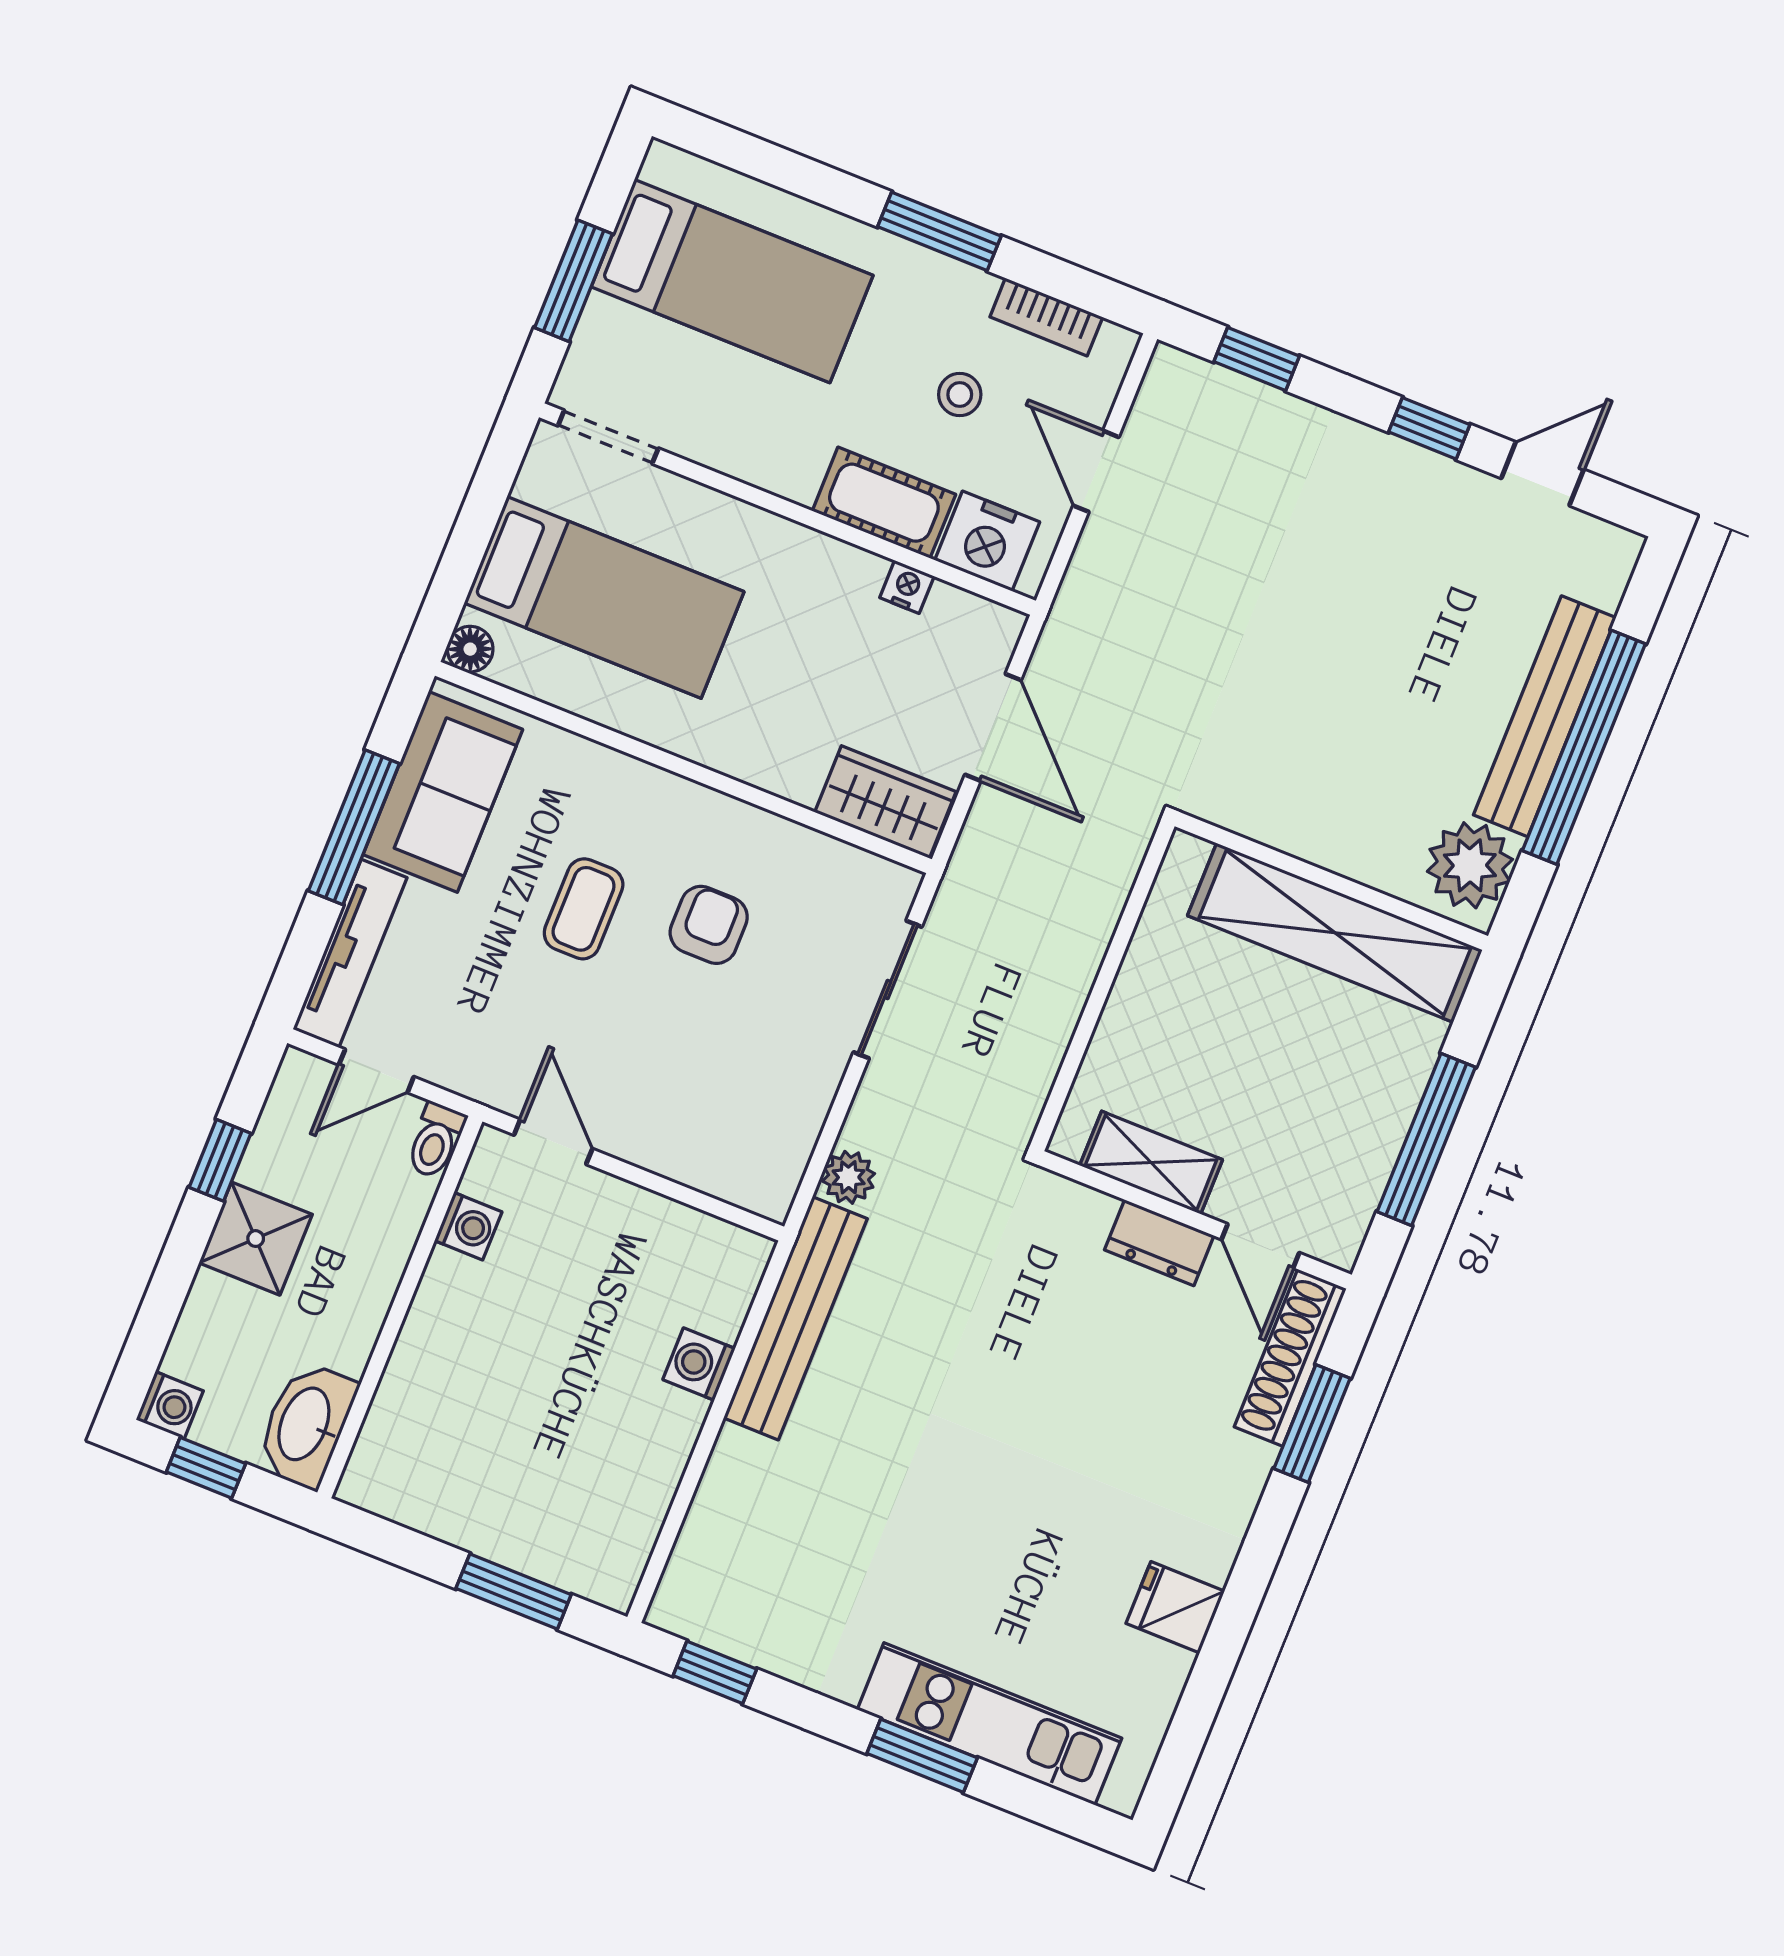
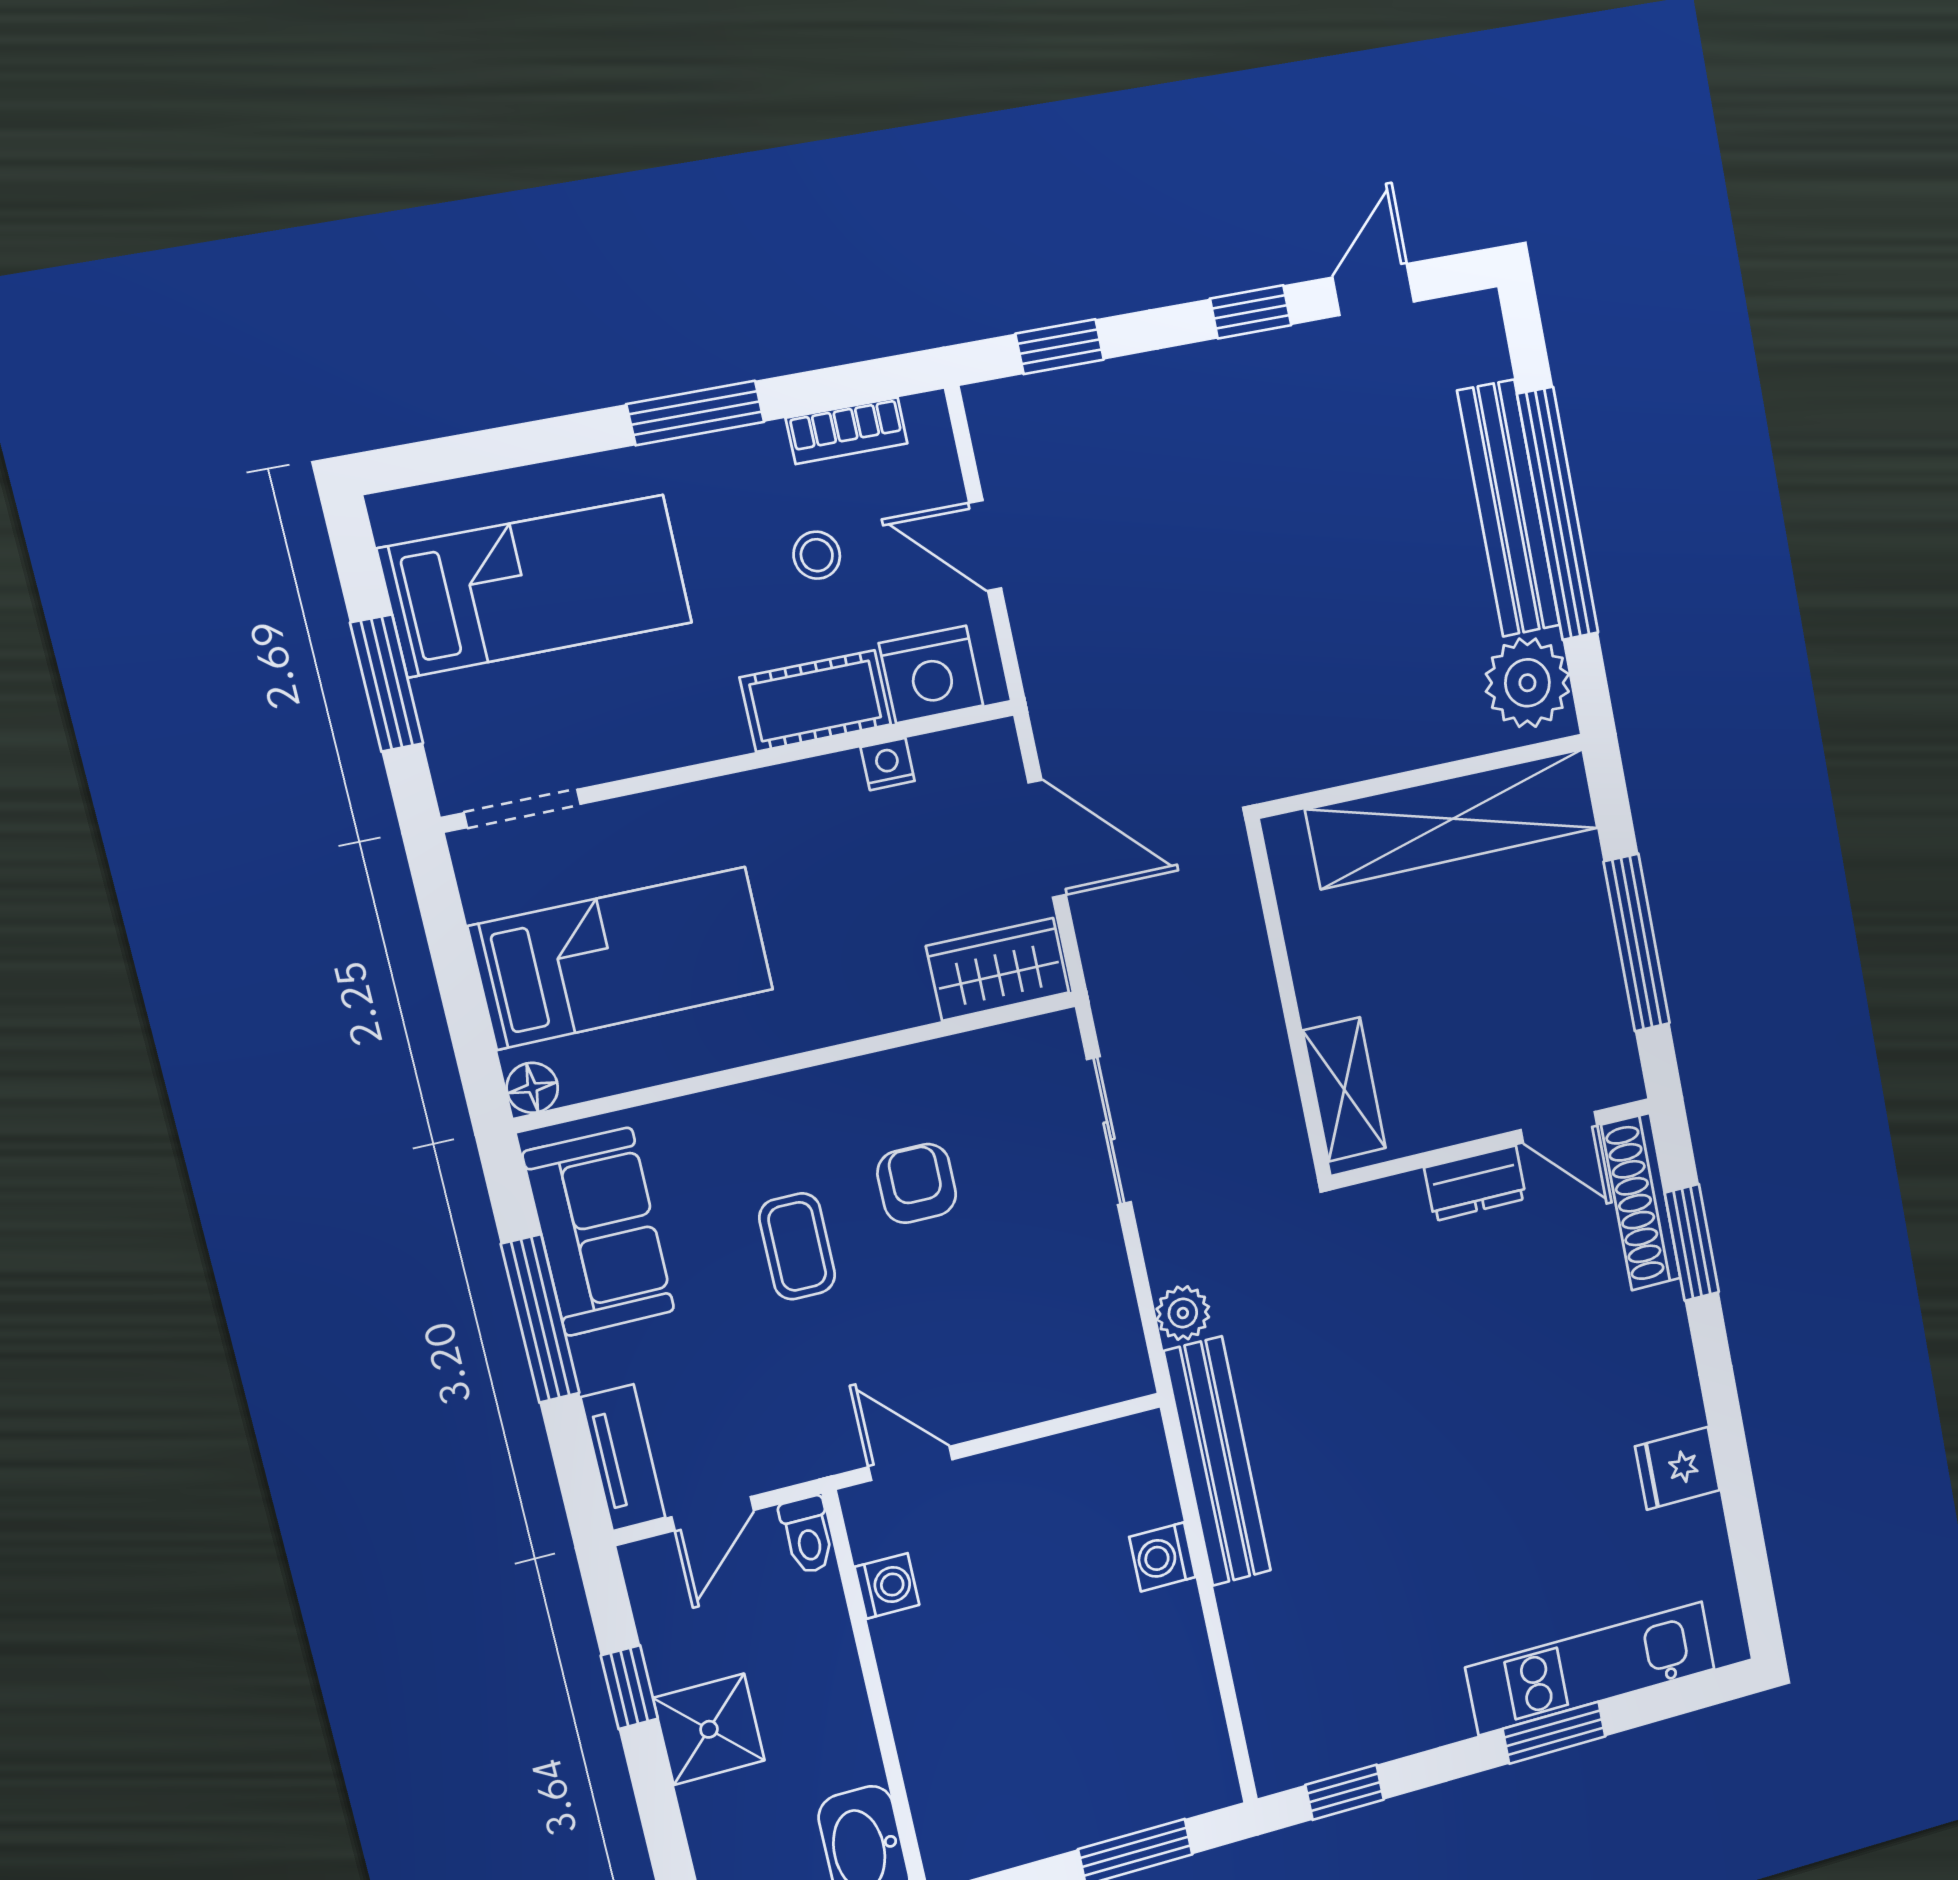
tv unit: (350, 953) -> (623, 1458), width x0.71
shelving: (1151, 1163) -> (1344, 1089), moved, turned 90

